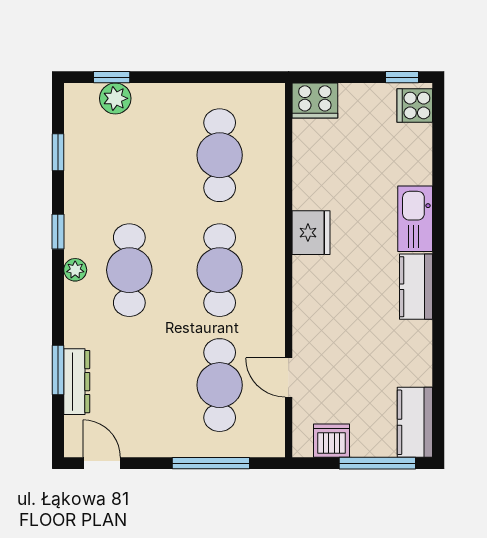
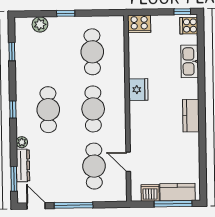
window: (112, 77) -> (66, 13), moved
kitchen sink: (415, 219) -> (190, 61), moved
window: (58, 232) -> (13, 110), moved
plant: (75, 270) -> (22, 142), moved
window: (58, 370) -> (14, 179), moved
kitchen counter: (415, 422) -> (178, 192), moved, turned 90
window: (211, 463) -> (74, 205), moved

